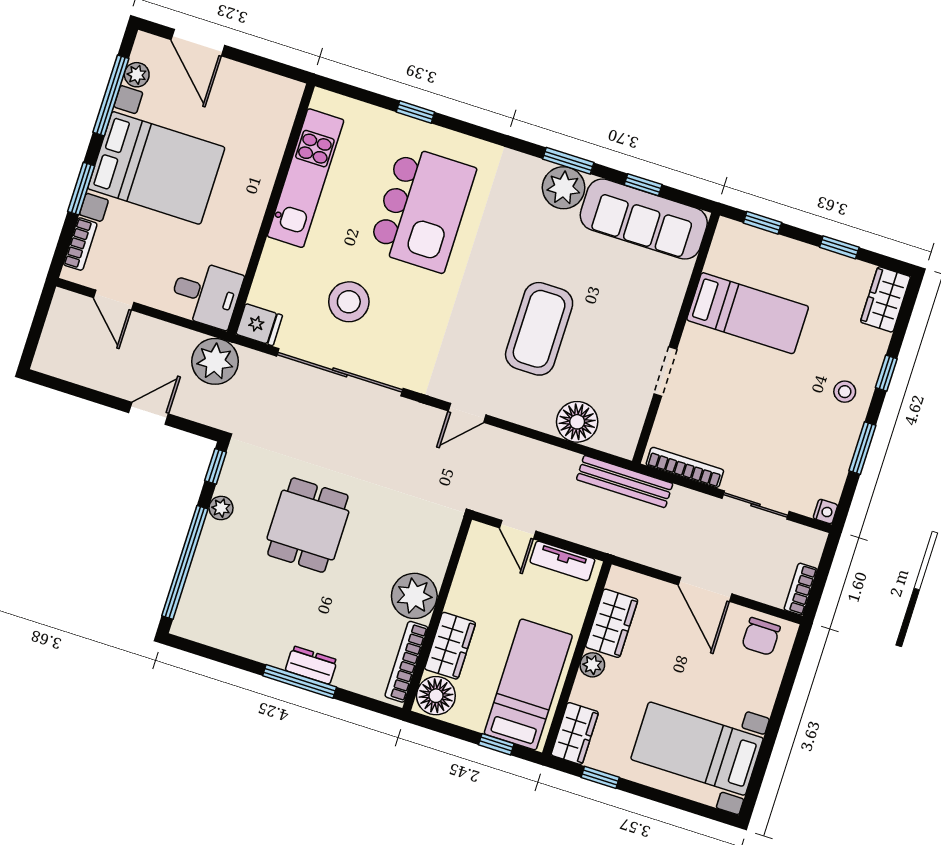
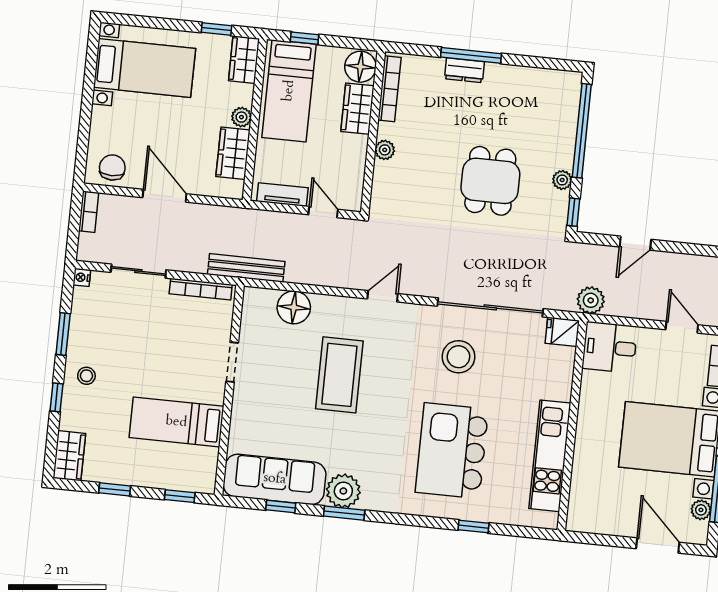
stool: (349, 302) -> (458, 357), moved
plant: (215, 361) -> (591, 300), width x0.73, depth x0.73
plant: (414, 596) -> (385, 150), width x0.53, depth x0.53

